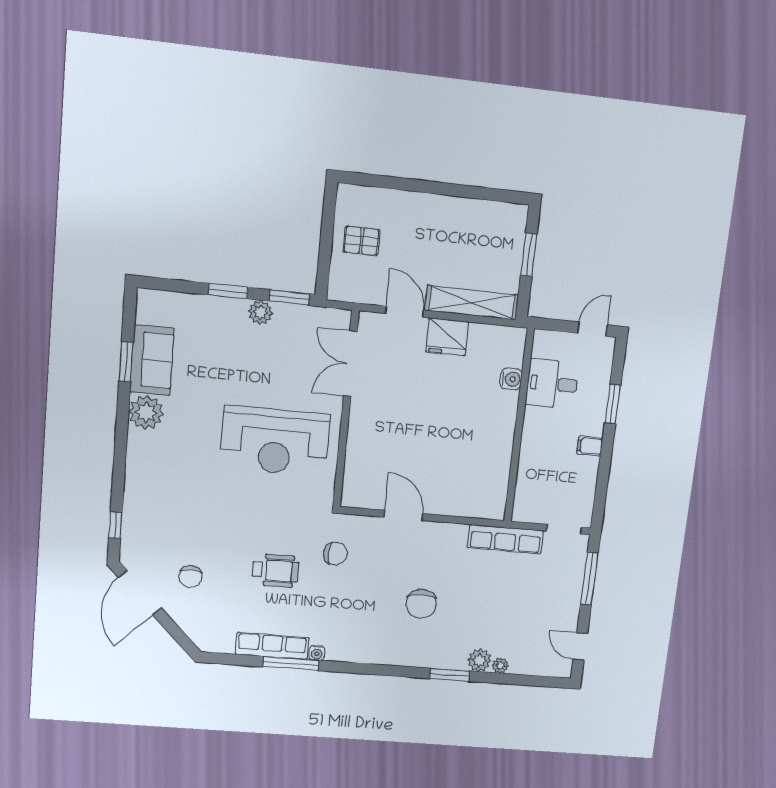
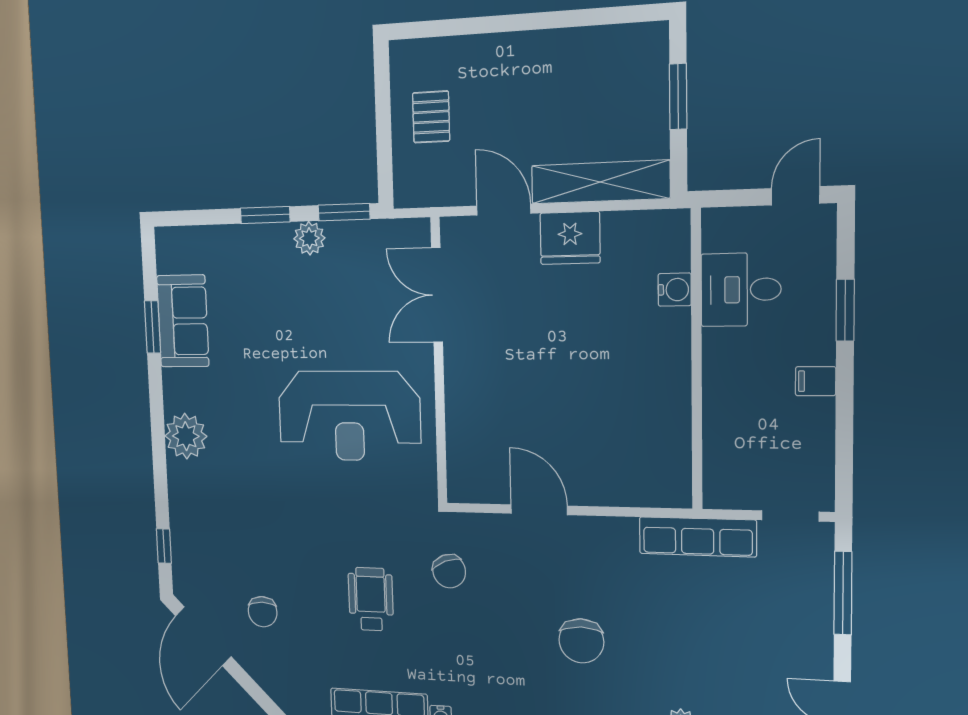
pallet: (361, 241) -> (431, 117), turned 90
plant: (146, 413) -> (186, 436), moved
chair: (335, 554) -> (449, 571), turned 69
wheelchair: (275, 571) -> (371, 599), turned -90

